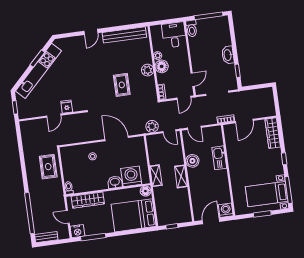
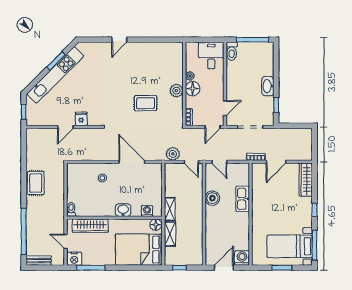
bench: (124, 35) -> (156, 48), removed
rug: (122, 85) -> (146, 103), turned 90
rug: (48, 167) -> (36, 183), moved
washing machine: (131, 176) -> (147, 211), width x0.53, depth x0.53
shelving: (181, 176) -> (170, 234), moved

